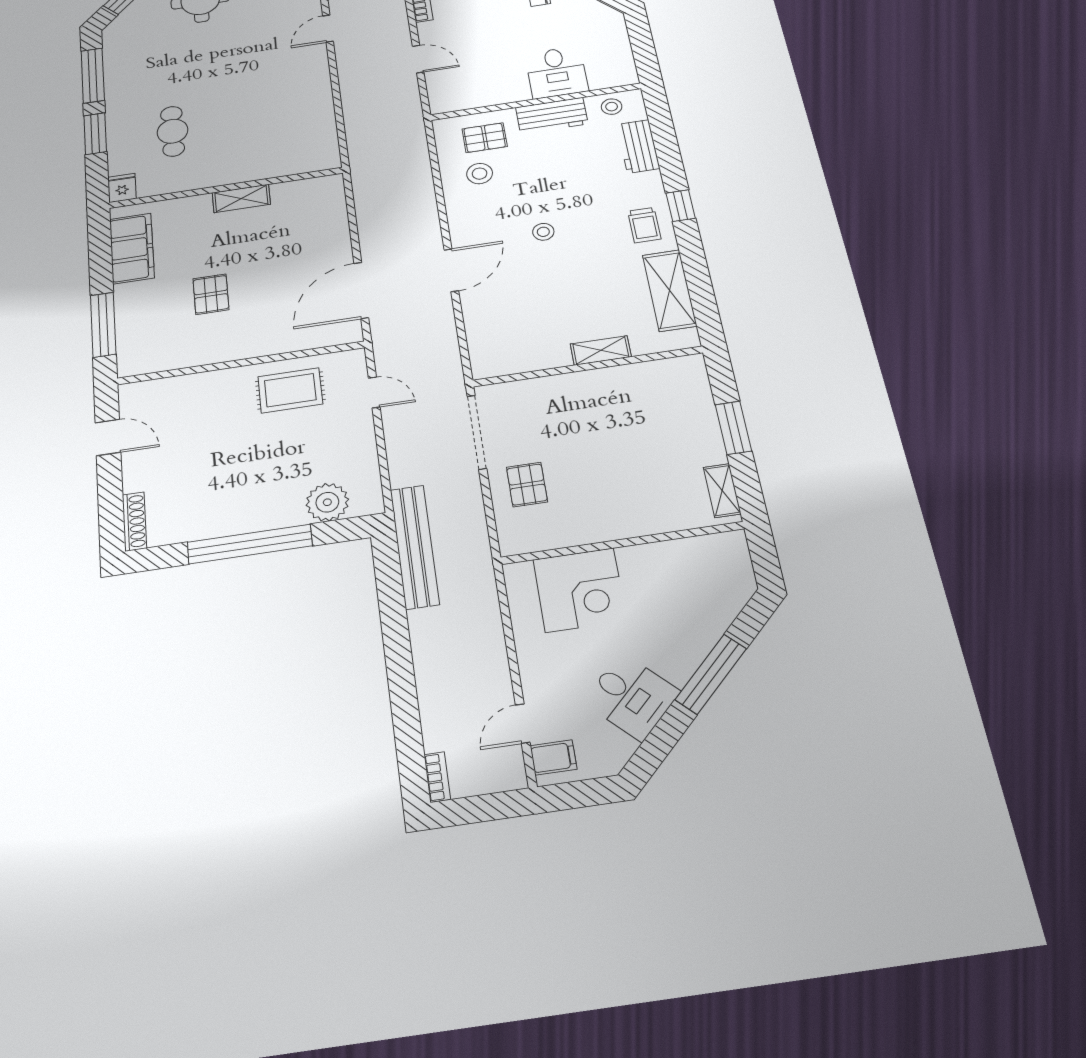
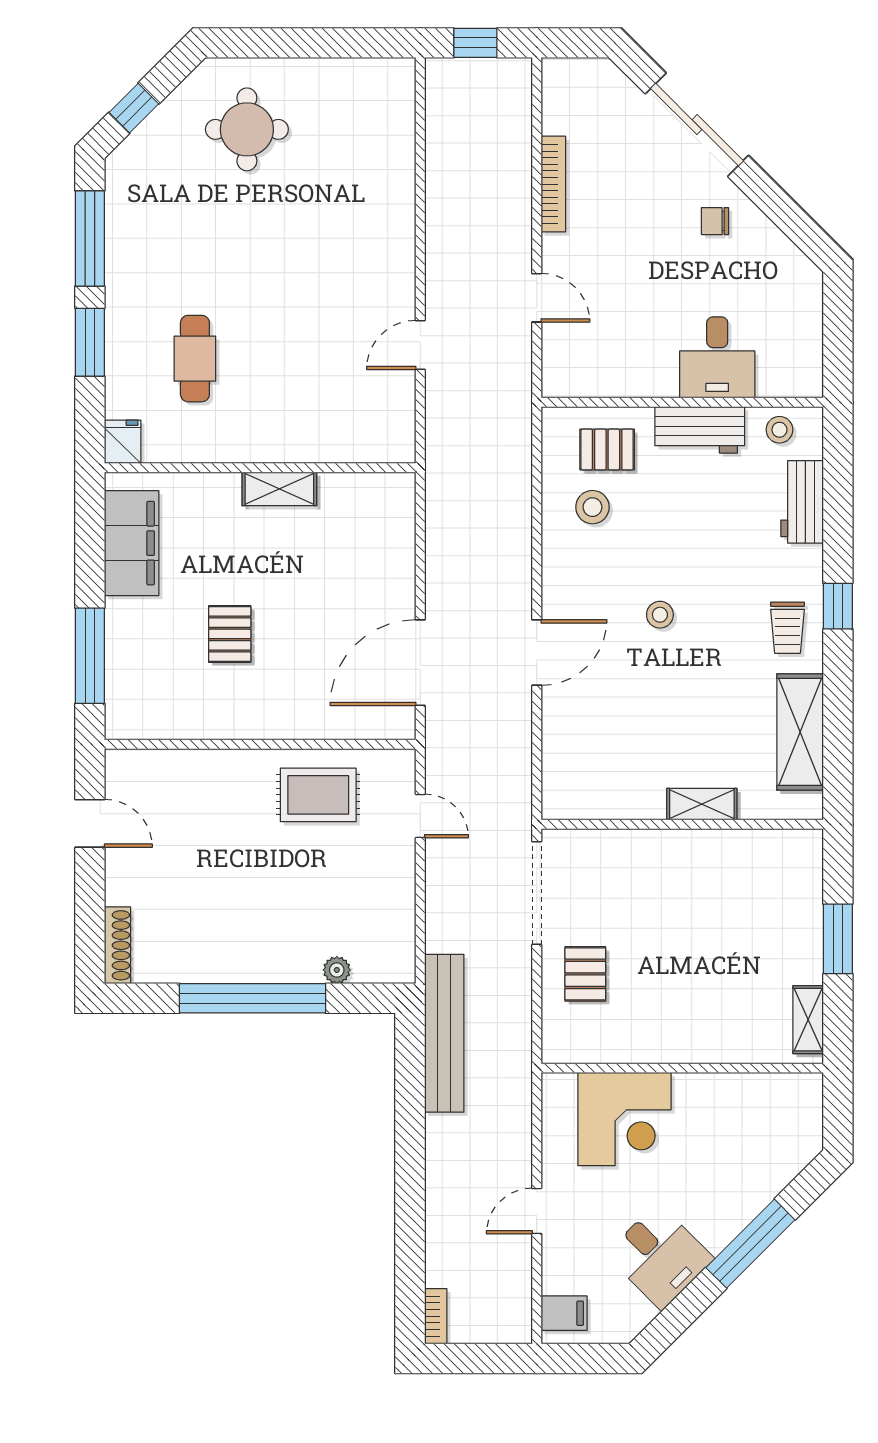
door: (328, 29) -> (420, 345), moved
plant: (327, 502) -> (337, 970), width x0.53, depth x0.53
door: (523, 724) -> (537, 1211), moved

